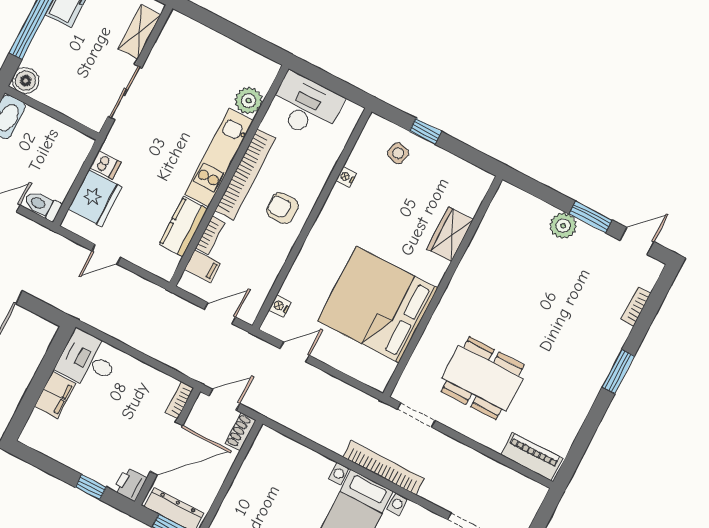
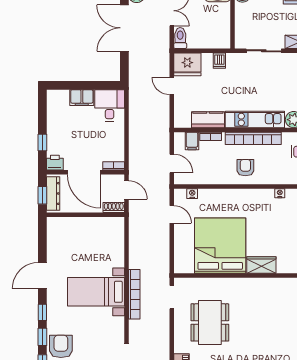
fridge: (95, 198) -> (187, 64), moved
wardrobe: (450, 234) -> (261, 265), moved

